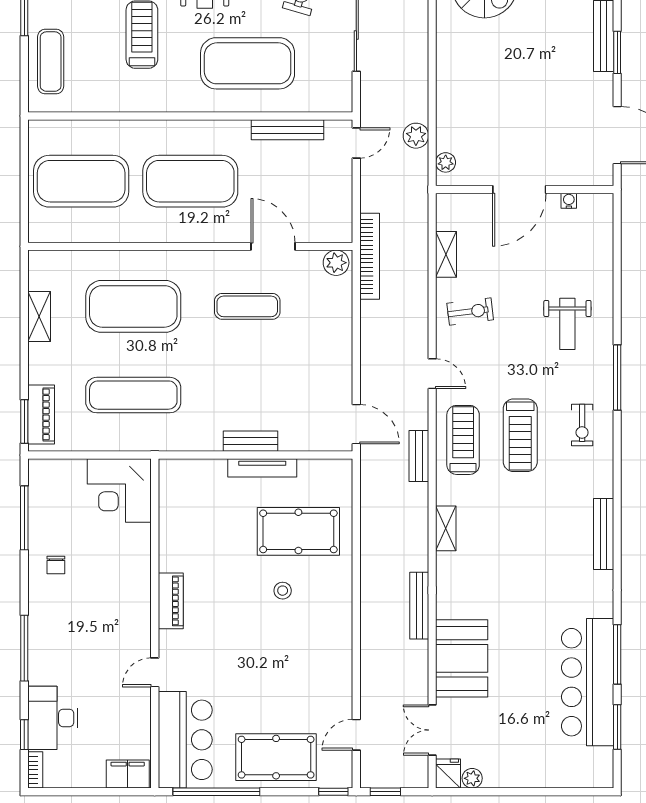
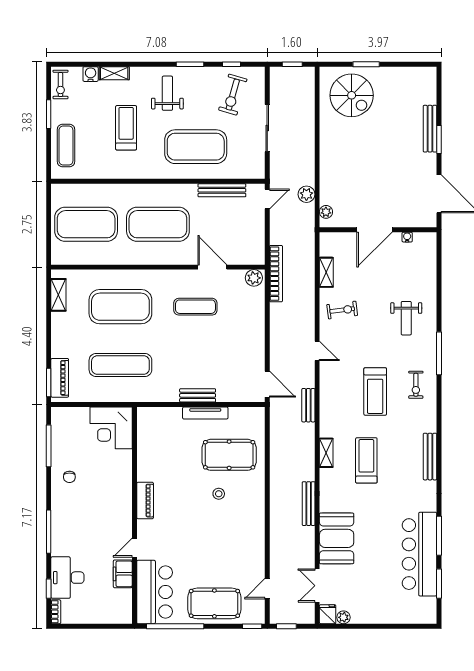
shelving: (39, 316) -> (58, 295), moved
treadmill: (463, 440) -> (366, 460), moved
filing cabinet: (128, 774) -> (123, 574), moved, turned -90

